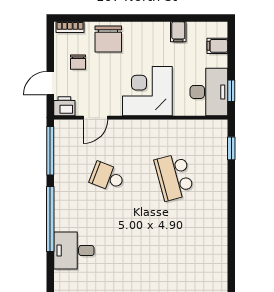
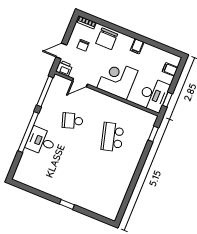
filing cabinet: (178, 32) -> (137, 46), moved
school desk: (107, 177) -> (72, 121), turned -39
desk: (74, 251) -> (41, 141), moved

